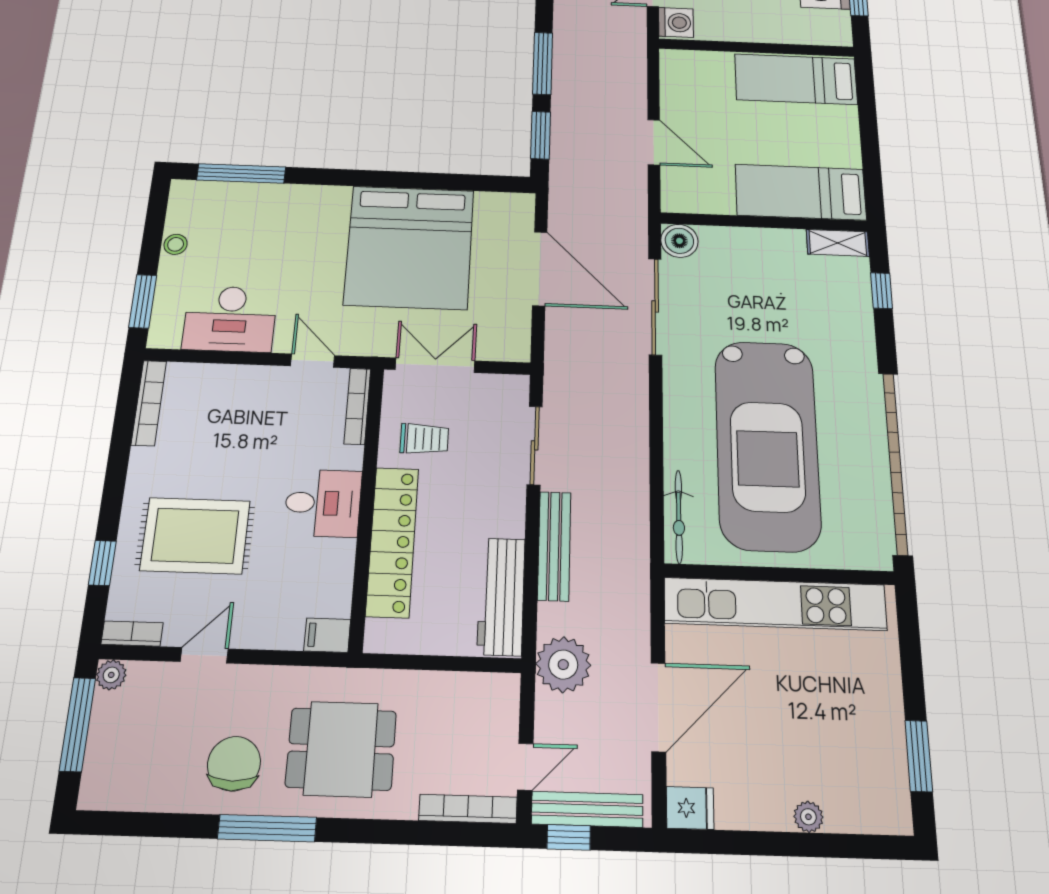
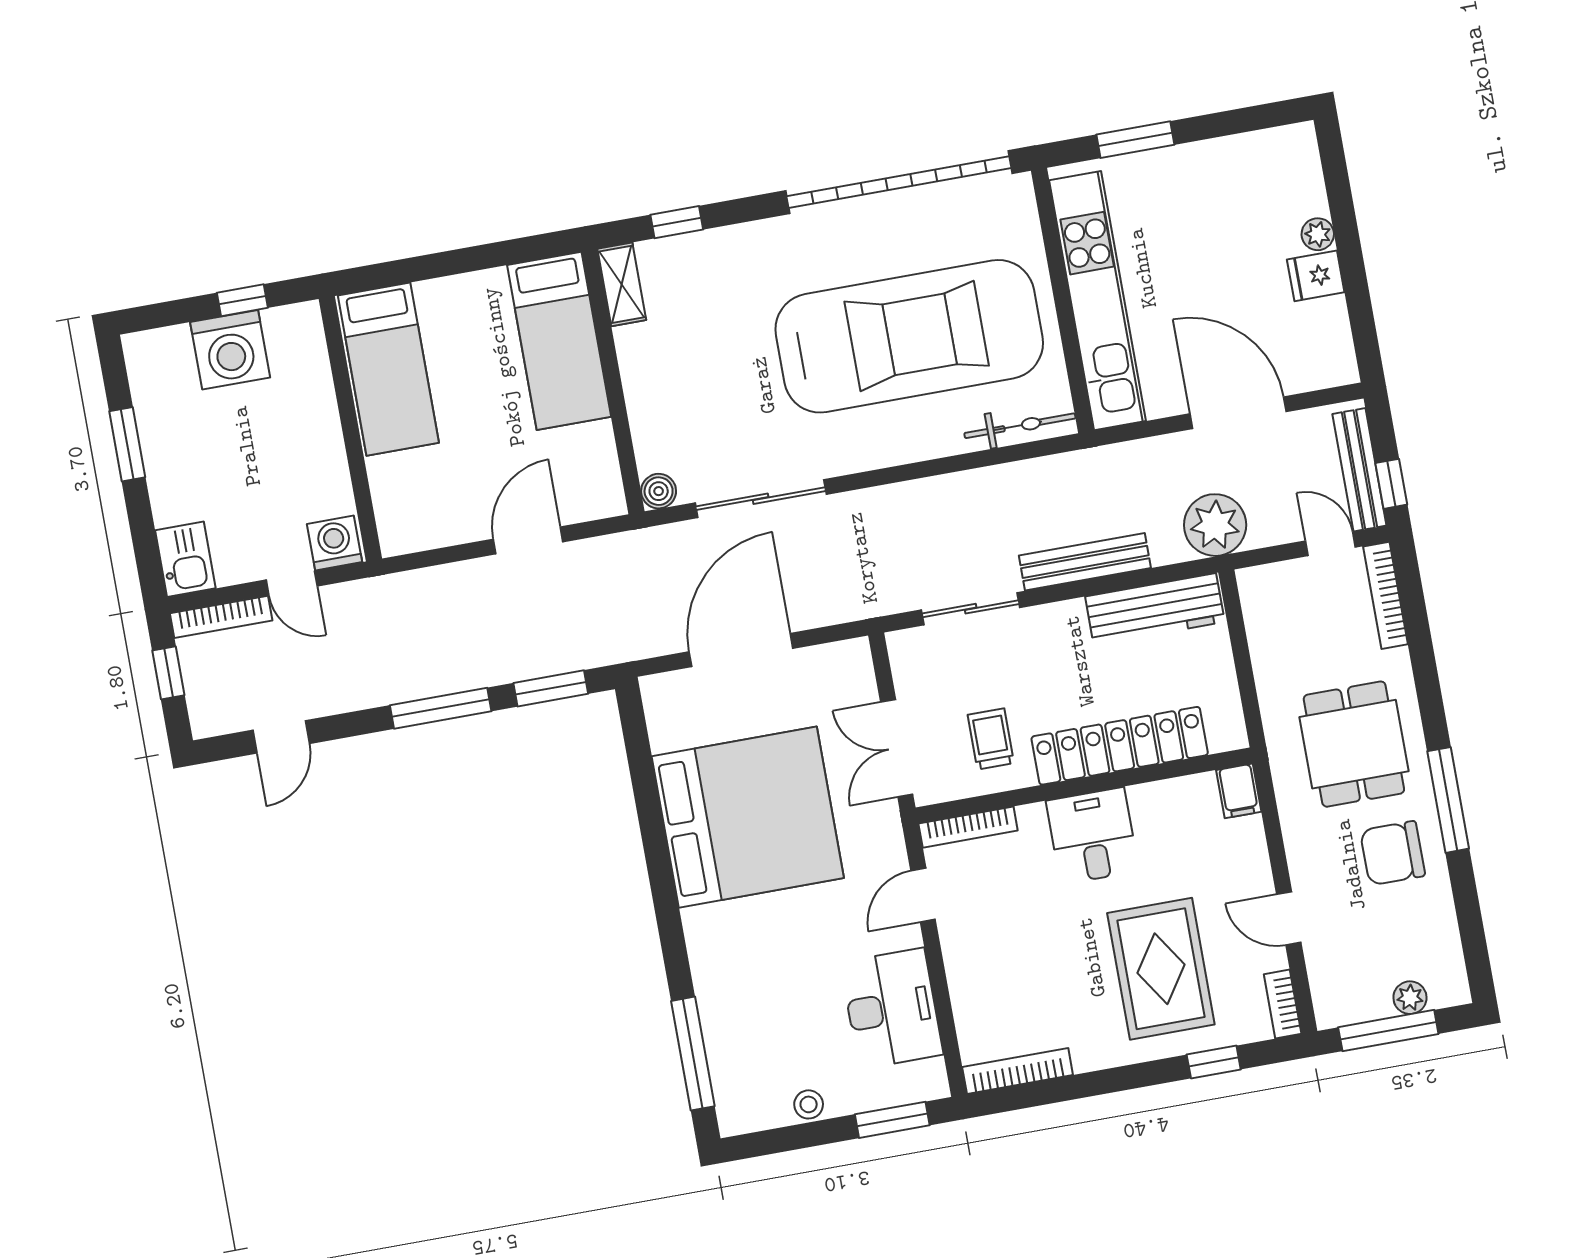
boiler: (679, 241) -> (659, 491), width x0.73, depth x0.73
plant: (111, 675) -> (1410, 998), moved
window: (919, 756) -> (1135, 140), moved
fridge: (690, 808) -> (1316, 276), moved, turned -90

